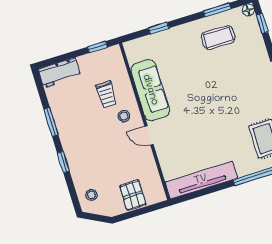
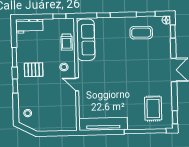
sofa: (150, 90) -> (86, 40), moved
trolley: (106, 94) -> (67, 42), moved
pallet: (133, 195) -> (34, 70), moved, turned 90

